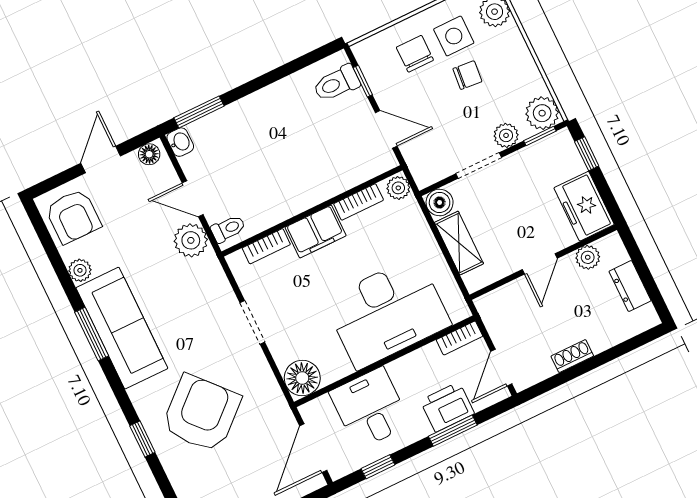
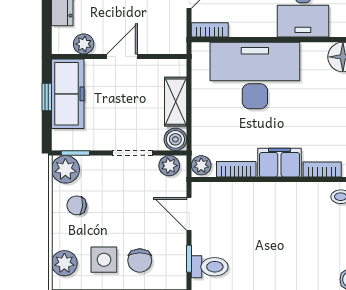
chair: (467, 75) -> (77, 205), moved
plant: (506, 135) -> (169, 166), moved
window: (587, 154) -> (47, 97), moved
freezer: (584, 206) -> (68, 94), width x1.40

